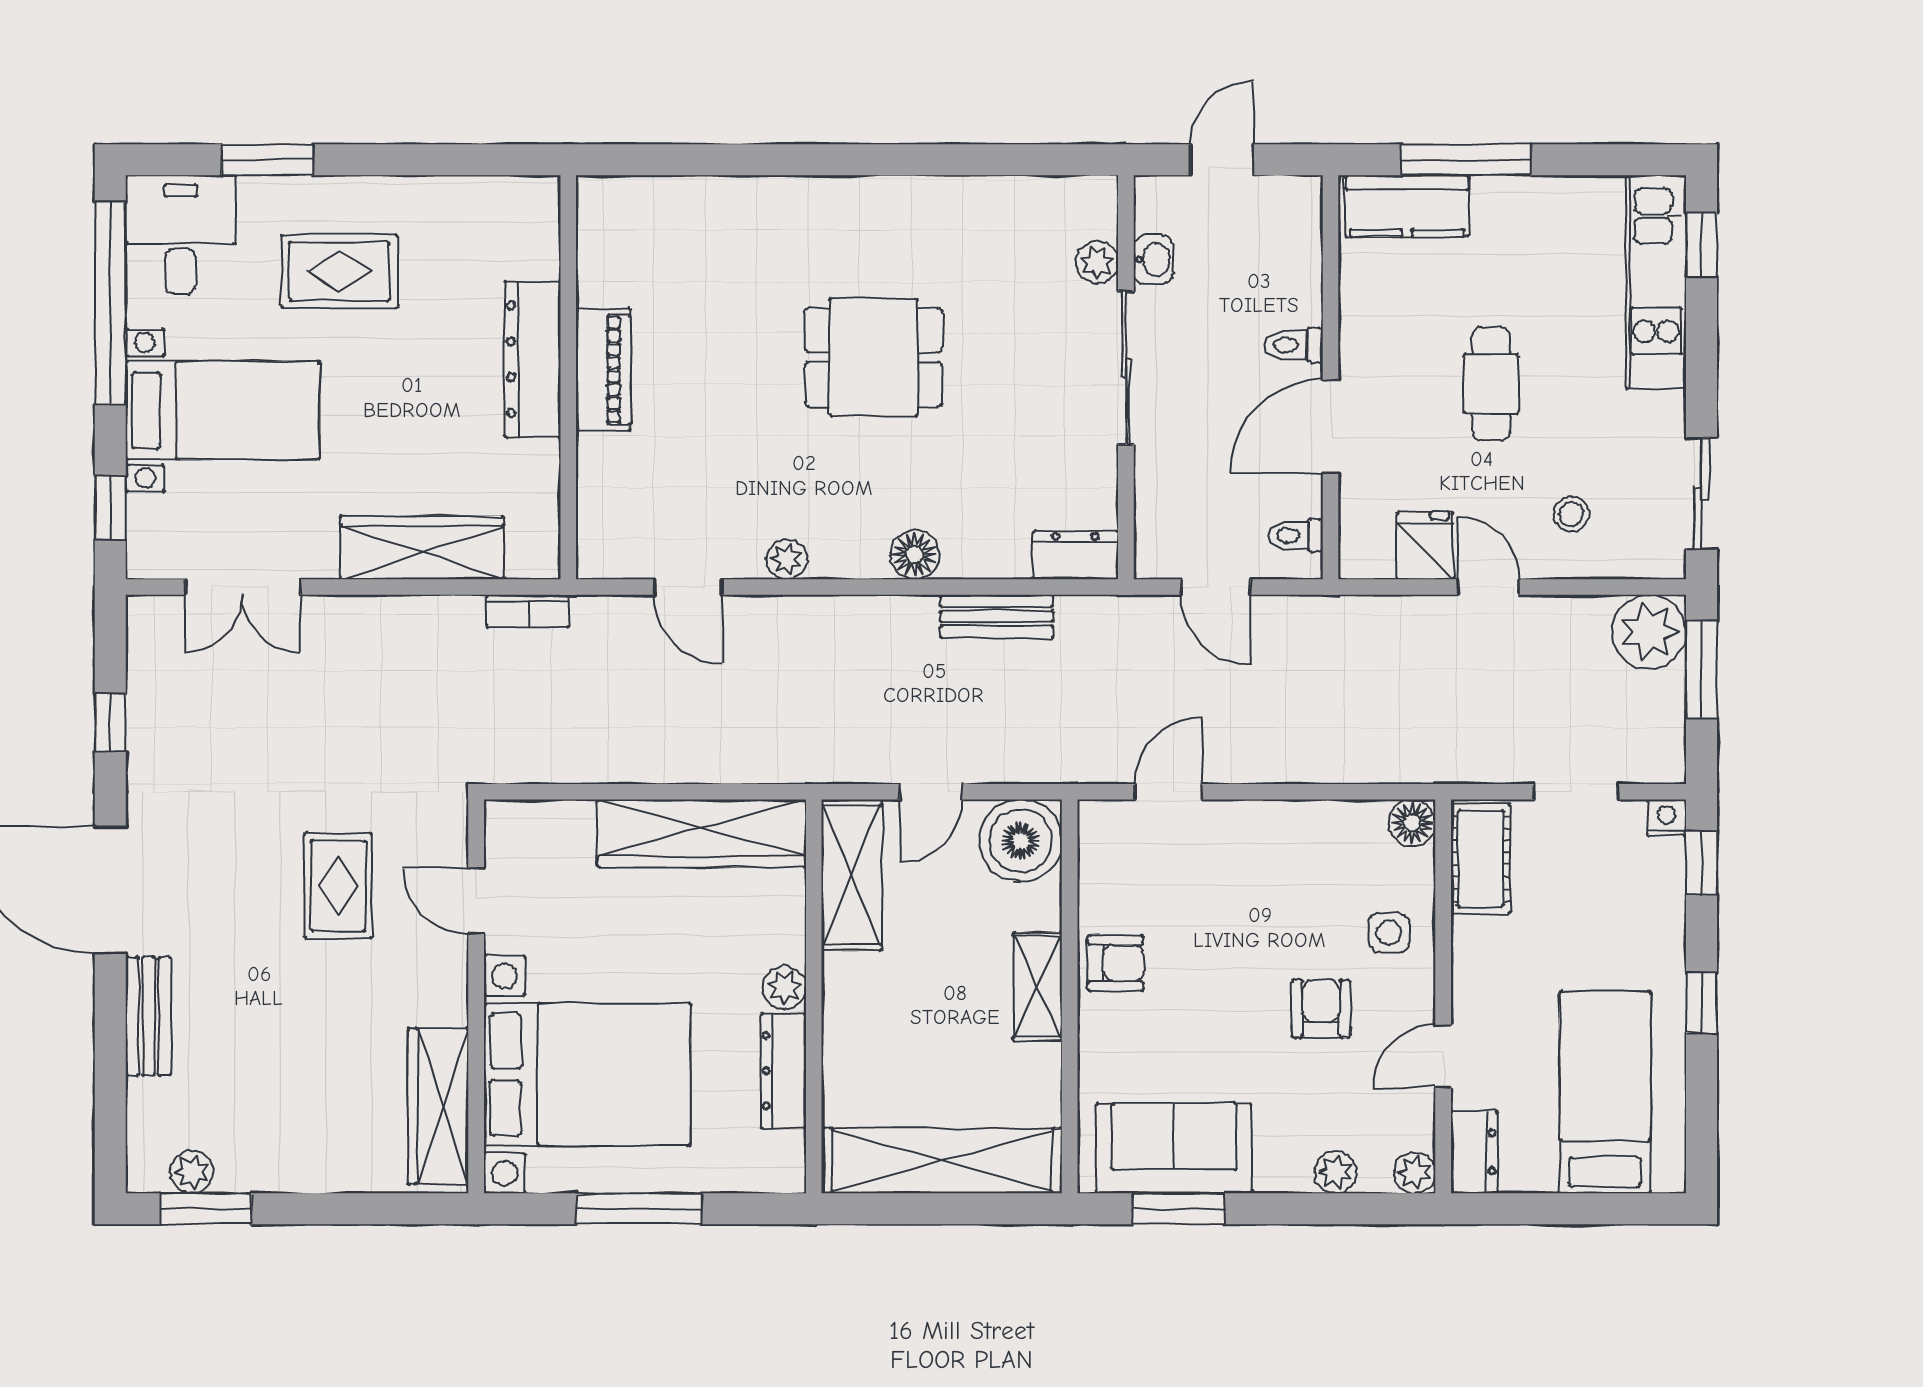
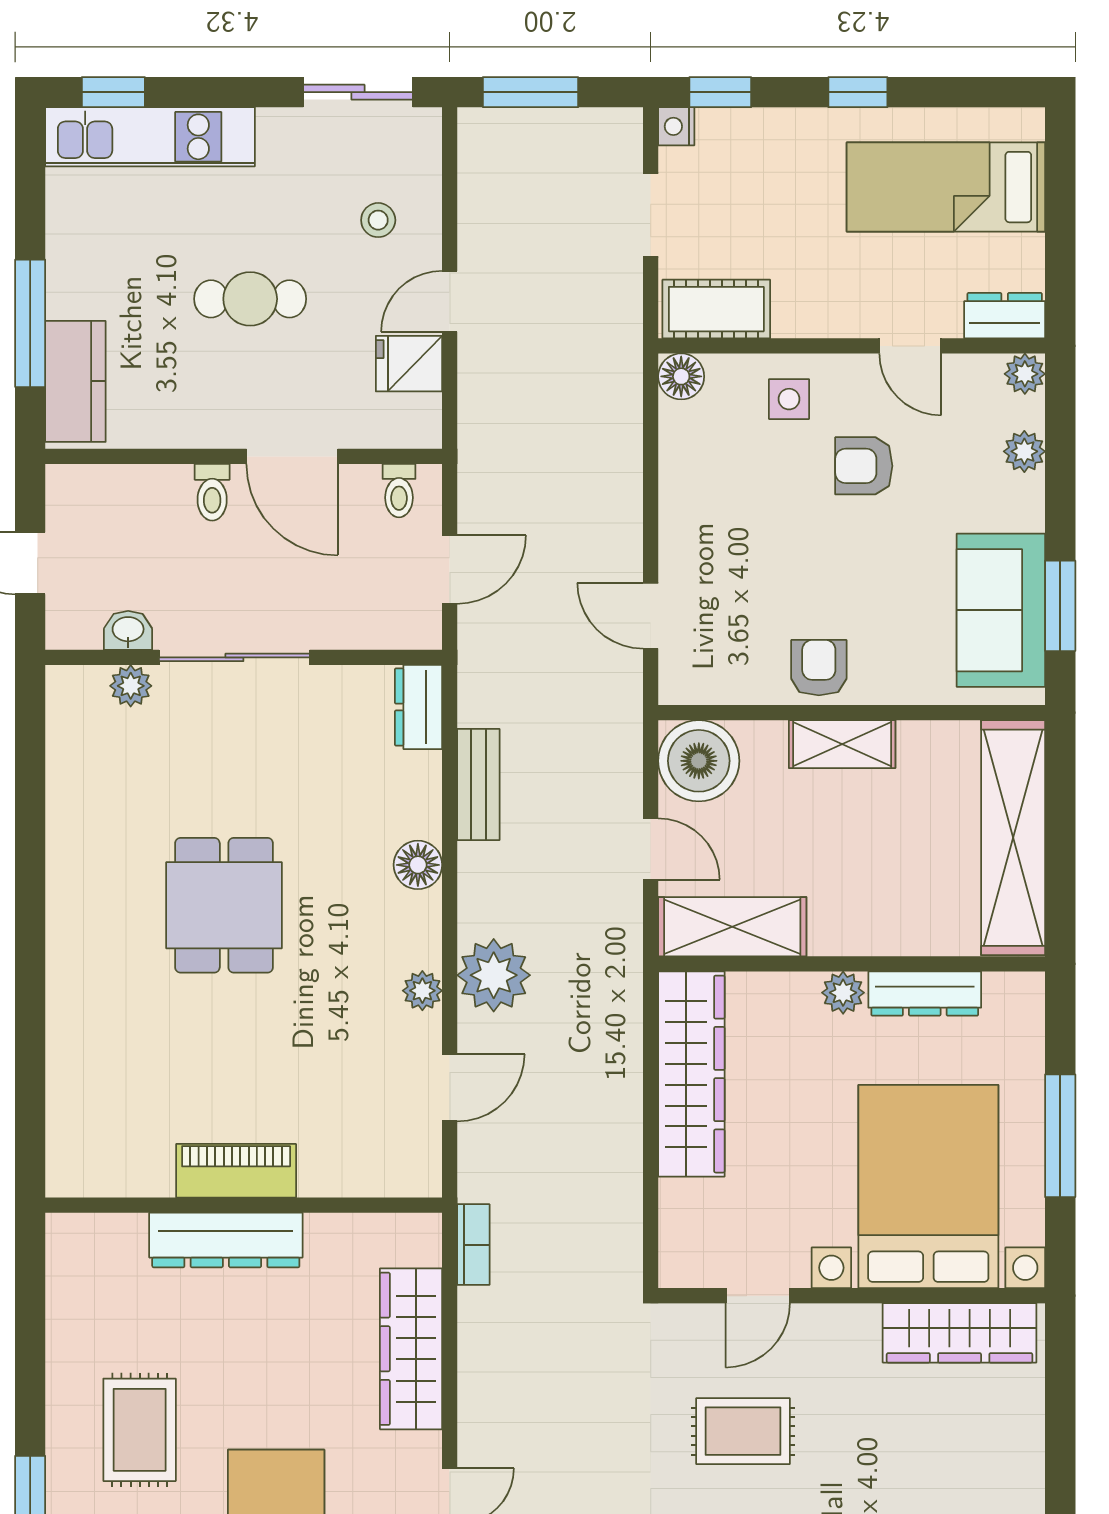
plant: (1649, 632) -> (494, 975), moved

